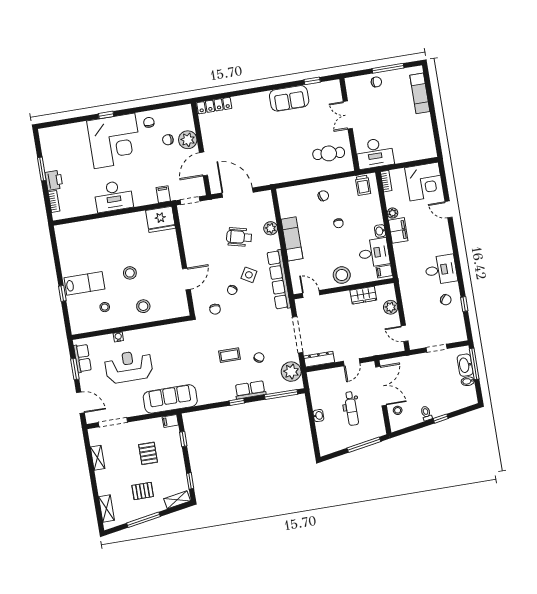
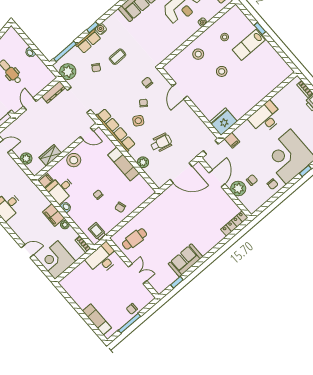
water cooler: (229, 395) -> (101, 29), added

